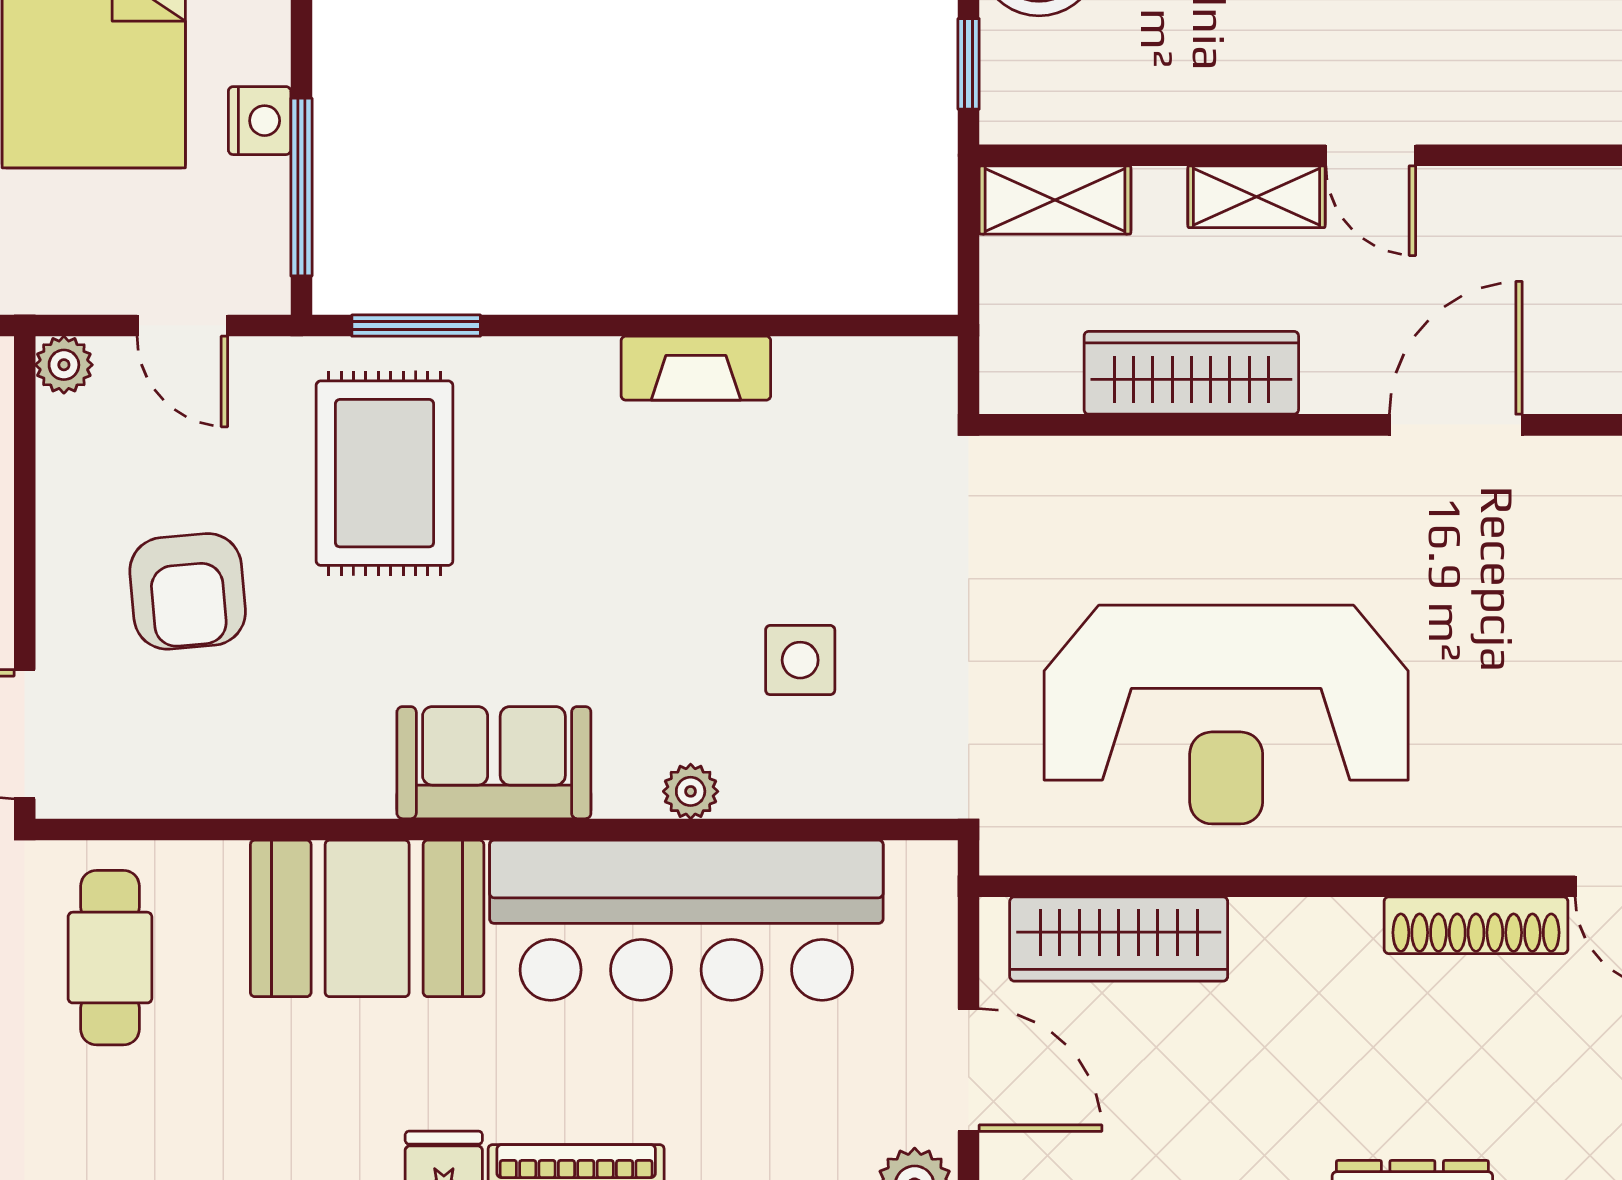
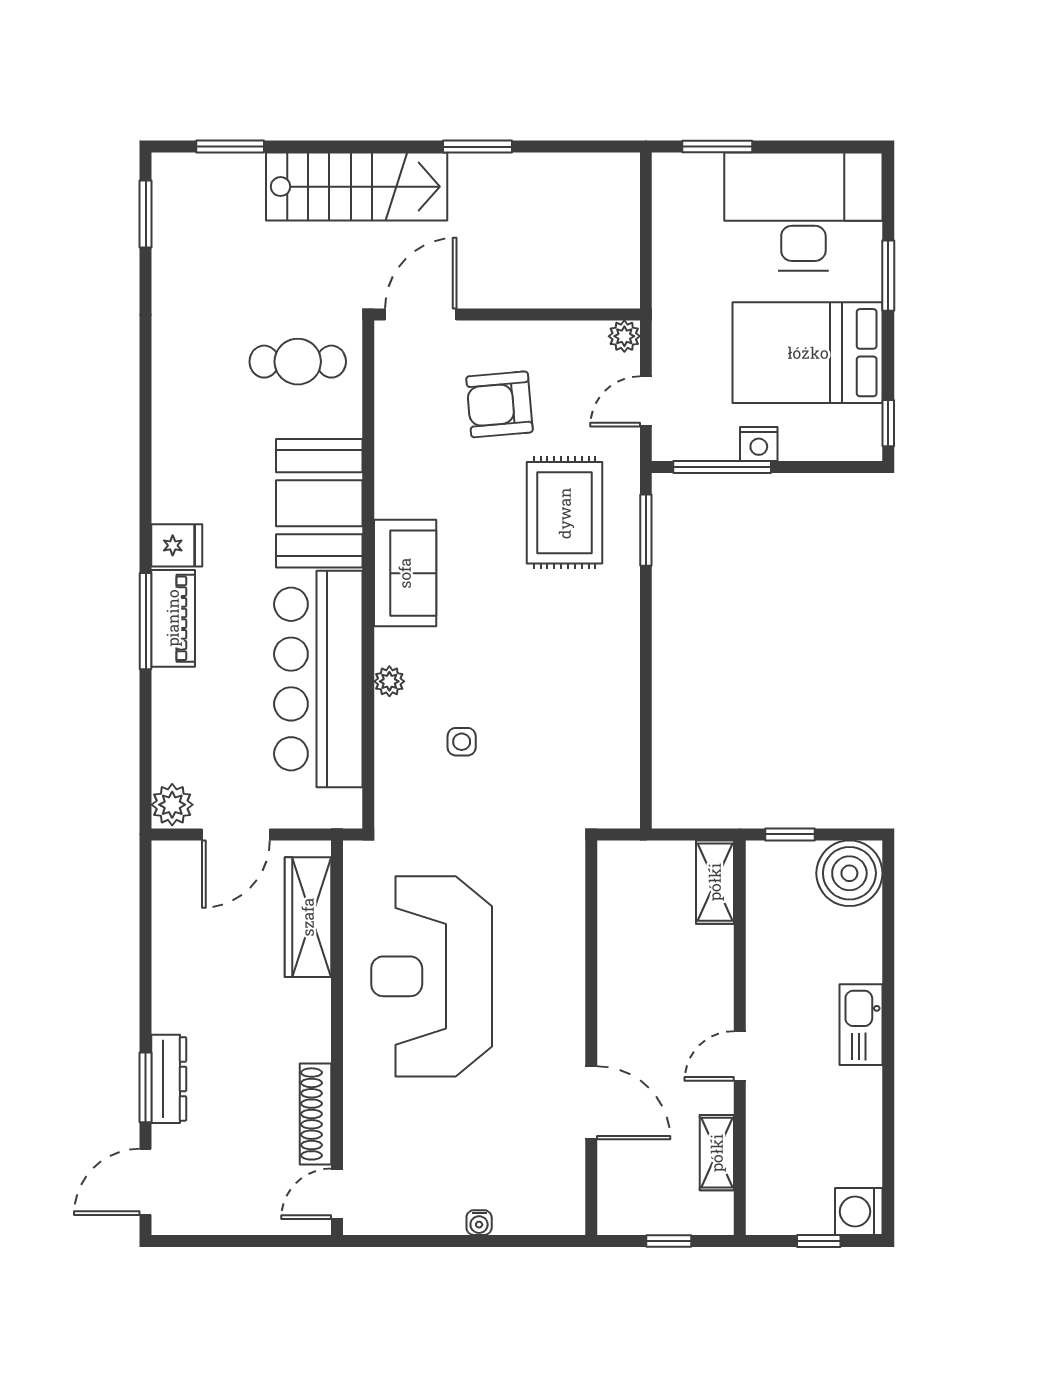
shelving: (1256, 197) -> (717, 1153), moved
fireplace: (696, 368) -> (622, 684), removed
wardrobe: (1191, 373) -> (620, 957), removed
rug: (384, 473) -> (565, 513), turned 90
side table: (800, 660) -> (462, 742), width x0.73, depth x0.73

